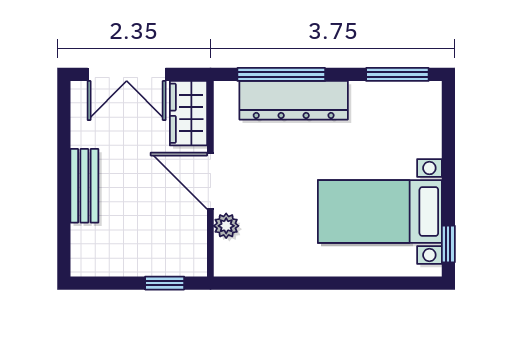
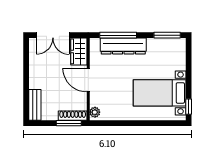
bench: (84, 186) -> (35, 105), moved
plant: (226, 226) -> (95, 112), moved
shoe rack: (174, 265) -> (73, 116), added
window: (165, 283) -> (69, 123), width x1.50

